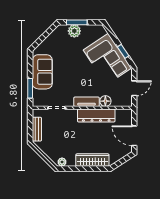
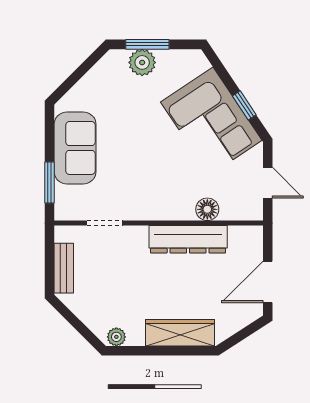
door: (134, 88) -> (268, 183), hinge flipped
tv unit: (87, 102) -> (168, 211), removed
door: (134, 136) -> (268, 282), hinge flipped

